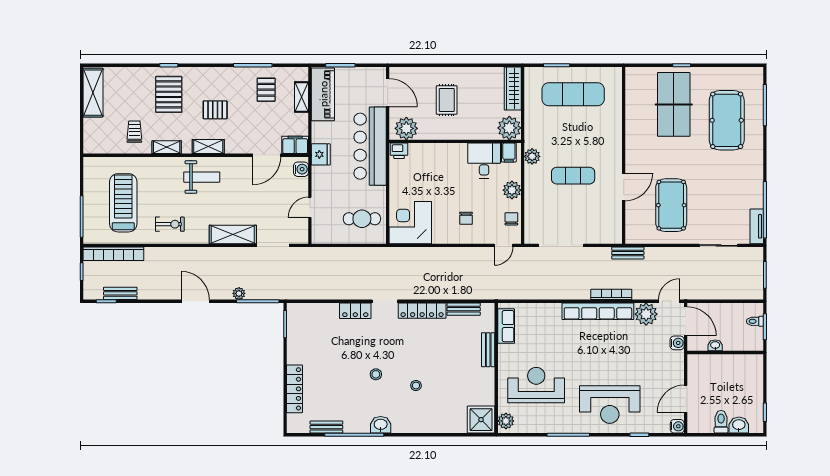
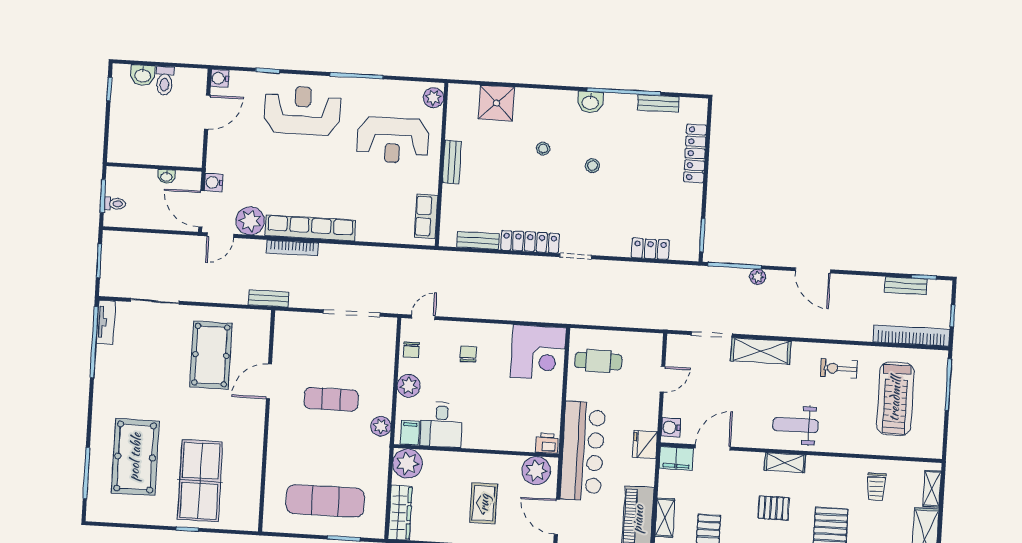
shelving: (167, 147) -> (932, 489), moved, turned 90
locker: (355, 311) -> (650, 249), moved
bench: (488, 350) -> (452, 162), moved
shower: (481, 420) -> (496, 103), moved

